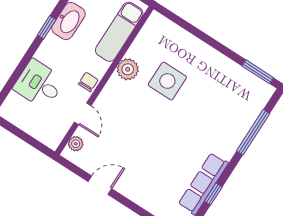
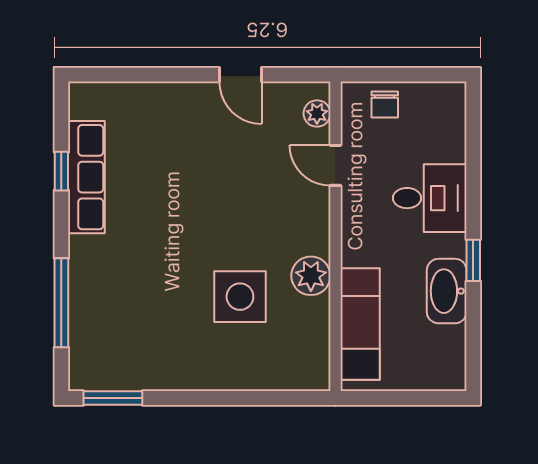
chair: (88, 82) -> (385, 104), moved
desk: (39, 84) -> (430, 198), moved
door: (100, 185) -> (241, 75), hinge flipped

